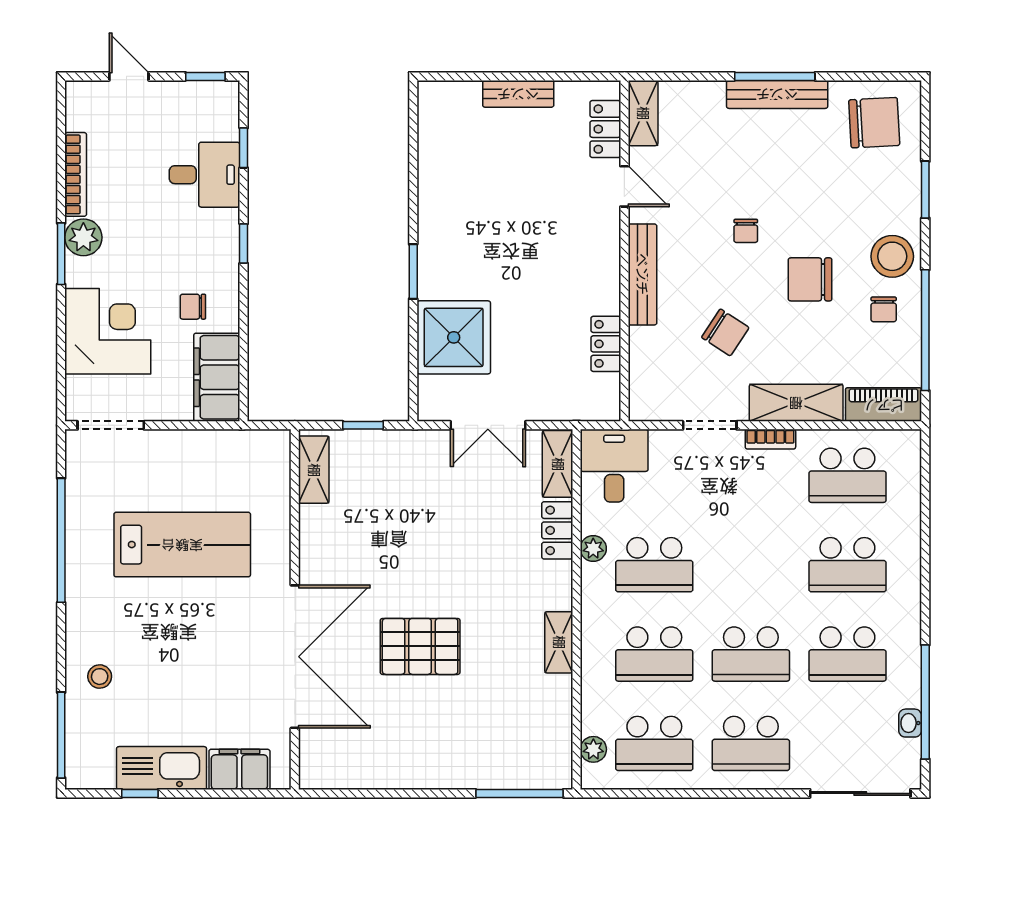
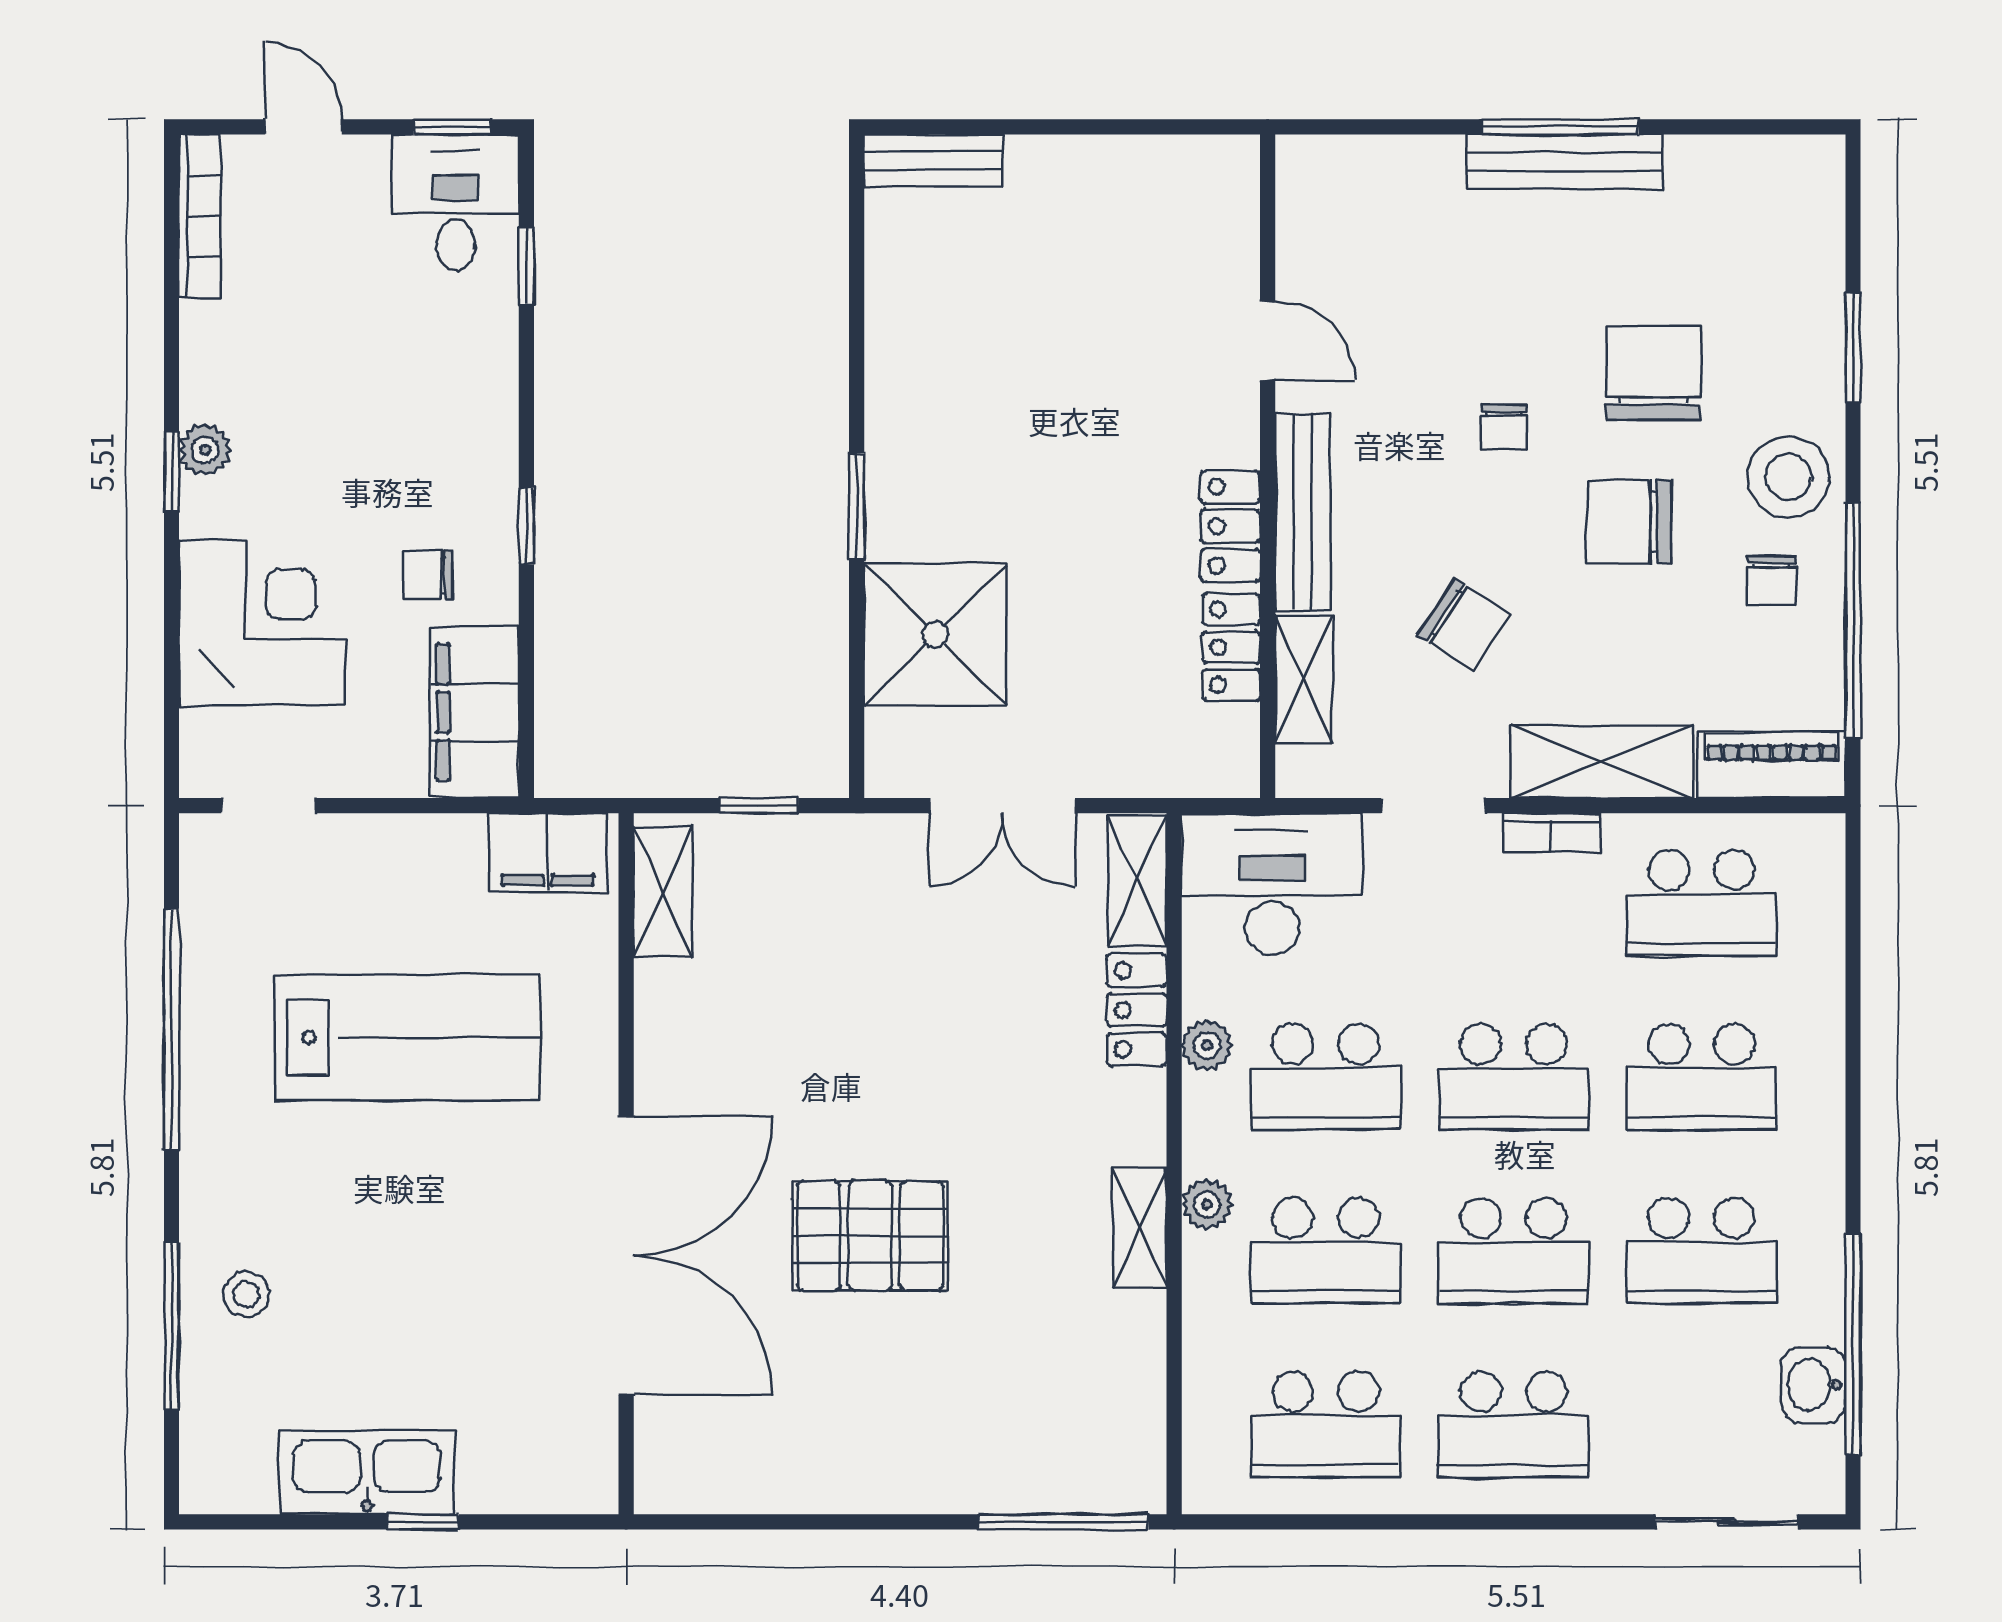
bench: (518, 94) -> (933, 161), moved
shelving: (643, 113) -> (1304, 679), moved
chair: (874, 123) -> (1653, 373), moved, turned -87
locker: (605, 129) -> (1230, 526), moved
bookcase: (76, 174) -> (200, 216), moved
desk: (205, 175) -> (456, 203), moved, turned -90
plant: (83, 237) -> (205, 450), width x0.73, depth x0.73
window: (244, 243) -> (526, 526), moved
window: (61, 254) -> (171, 472), width x0.67
doorway: (111, 425) -> (268, 806), width x0.73
desk: (614, 466) -> (1272, 884), width x1.37
school desk: (751, 565) -> (1514, 1077), added
washbasin: (910, 723) -> (1813, 1385), width x1.38, depth x1.45
window: (61, 735) -> (171, 1325), moved
plant: (593, 749) -> (1207, 1204), moved
filing cabinet: (239, 769) -> (548, 853), moved, turned 180
window: (140, 793) -> (423, 1522), moved
sliding door: (860, 793) -> (1726, 1522), width x0.73

